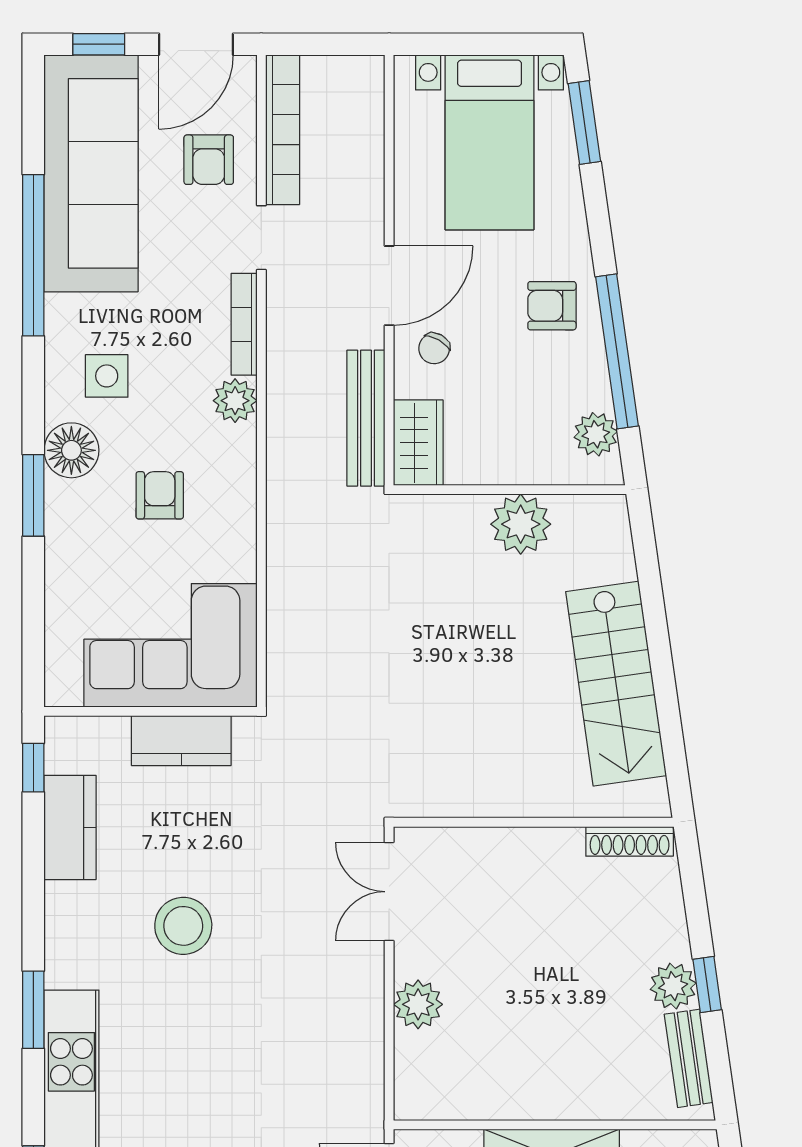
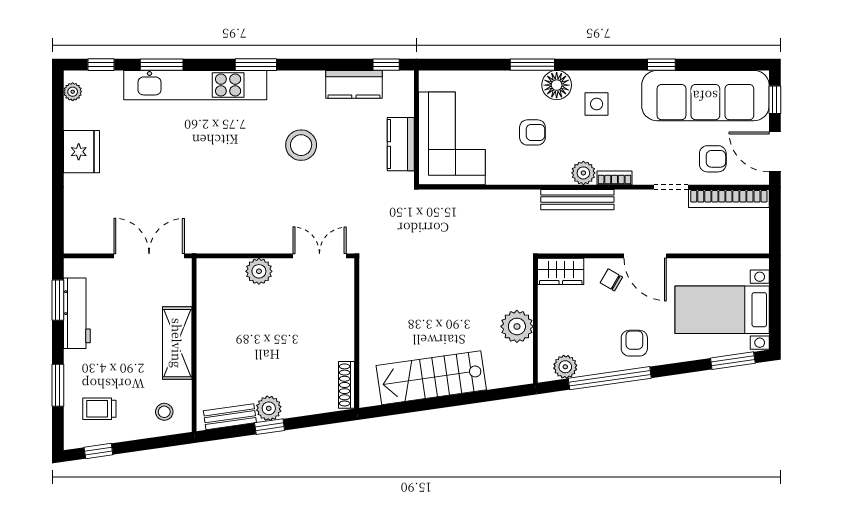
armchair: (209, 160) -> (713, 159), turned 180
window: (33, 255) -> (661, 65), width x0.32
bookcase: (244, 324) -> (615, 178), width x0.64
bench: (366, 418) -> (577, 200), moved

